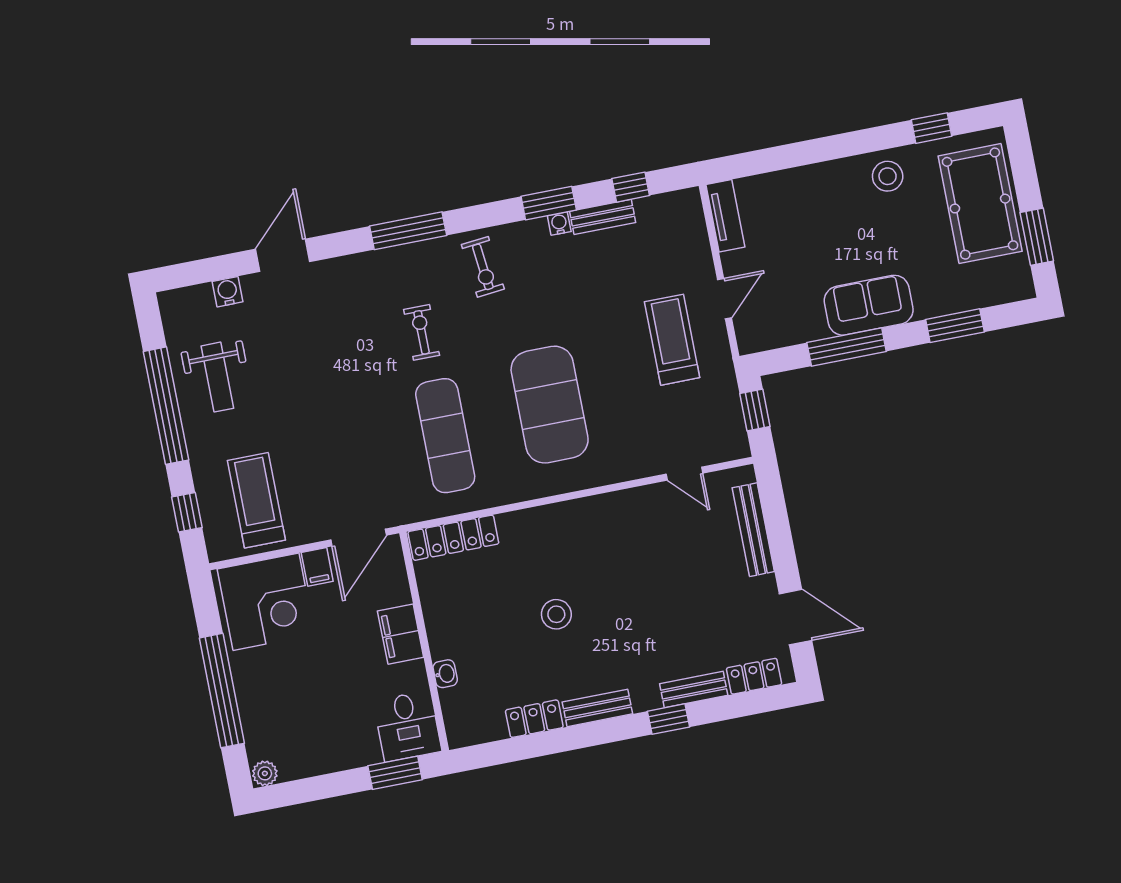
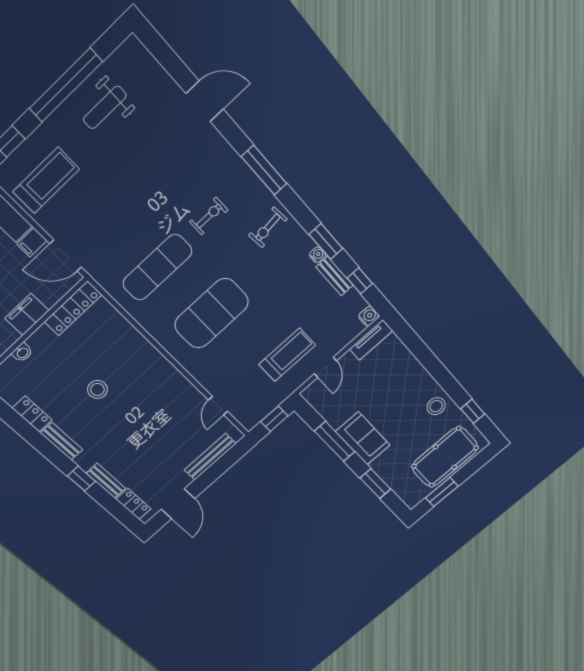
water cooler: (228, 292) -> (369, 316), moved
door: (725, 299) -> (325, 367), hinge flipped
locker: (453, 538) -> (73, 308), moved, turned -90

